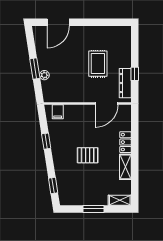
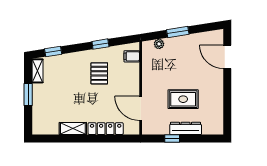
plant: (44, 75) -> (159, 44), moved
dresser: (125, 83) -> (186, 128), moved
locker: (125, 142) -> (106, 129), width x1.53
pallet: (88, 155) -> (99, 73), moved
shelving: (120, 200) -> (37, 71), moved

